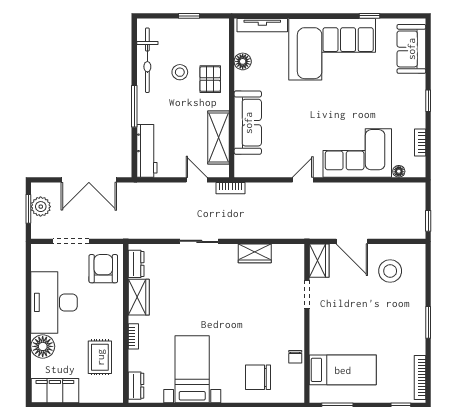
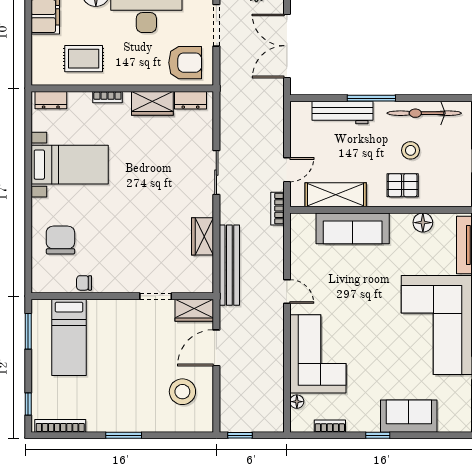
sofa: (411, 49) -> (409, 416), moved
workbench: (147, 151) -> (342, 113), moved
bench: (280, 230) -> (229, 265), added

